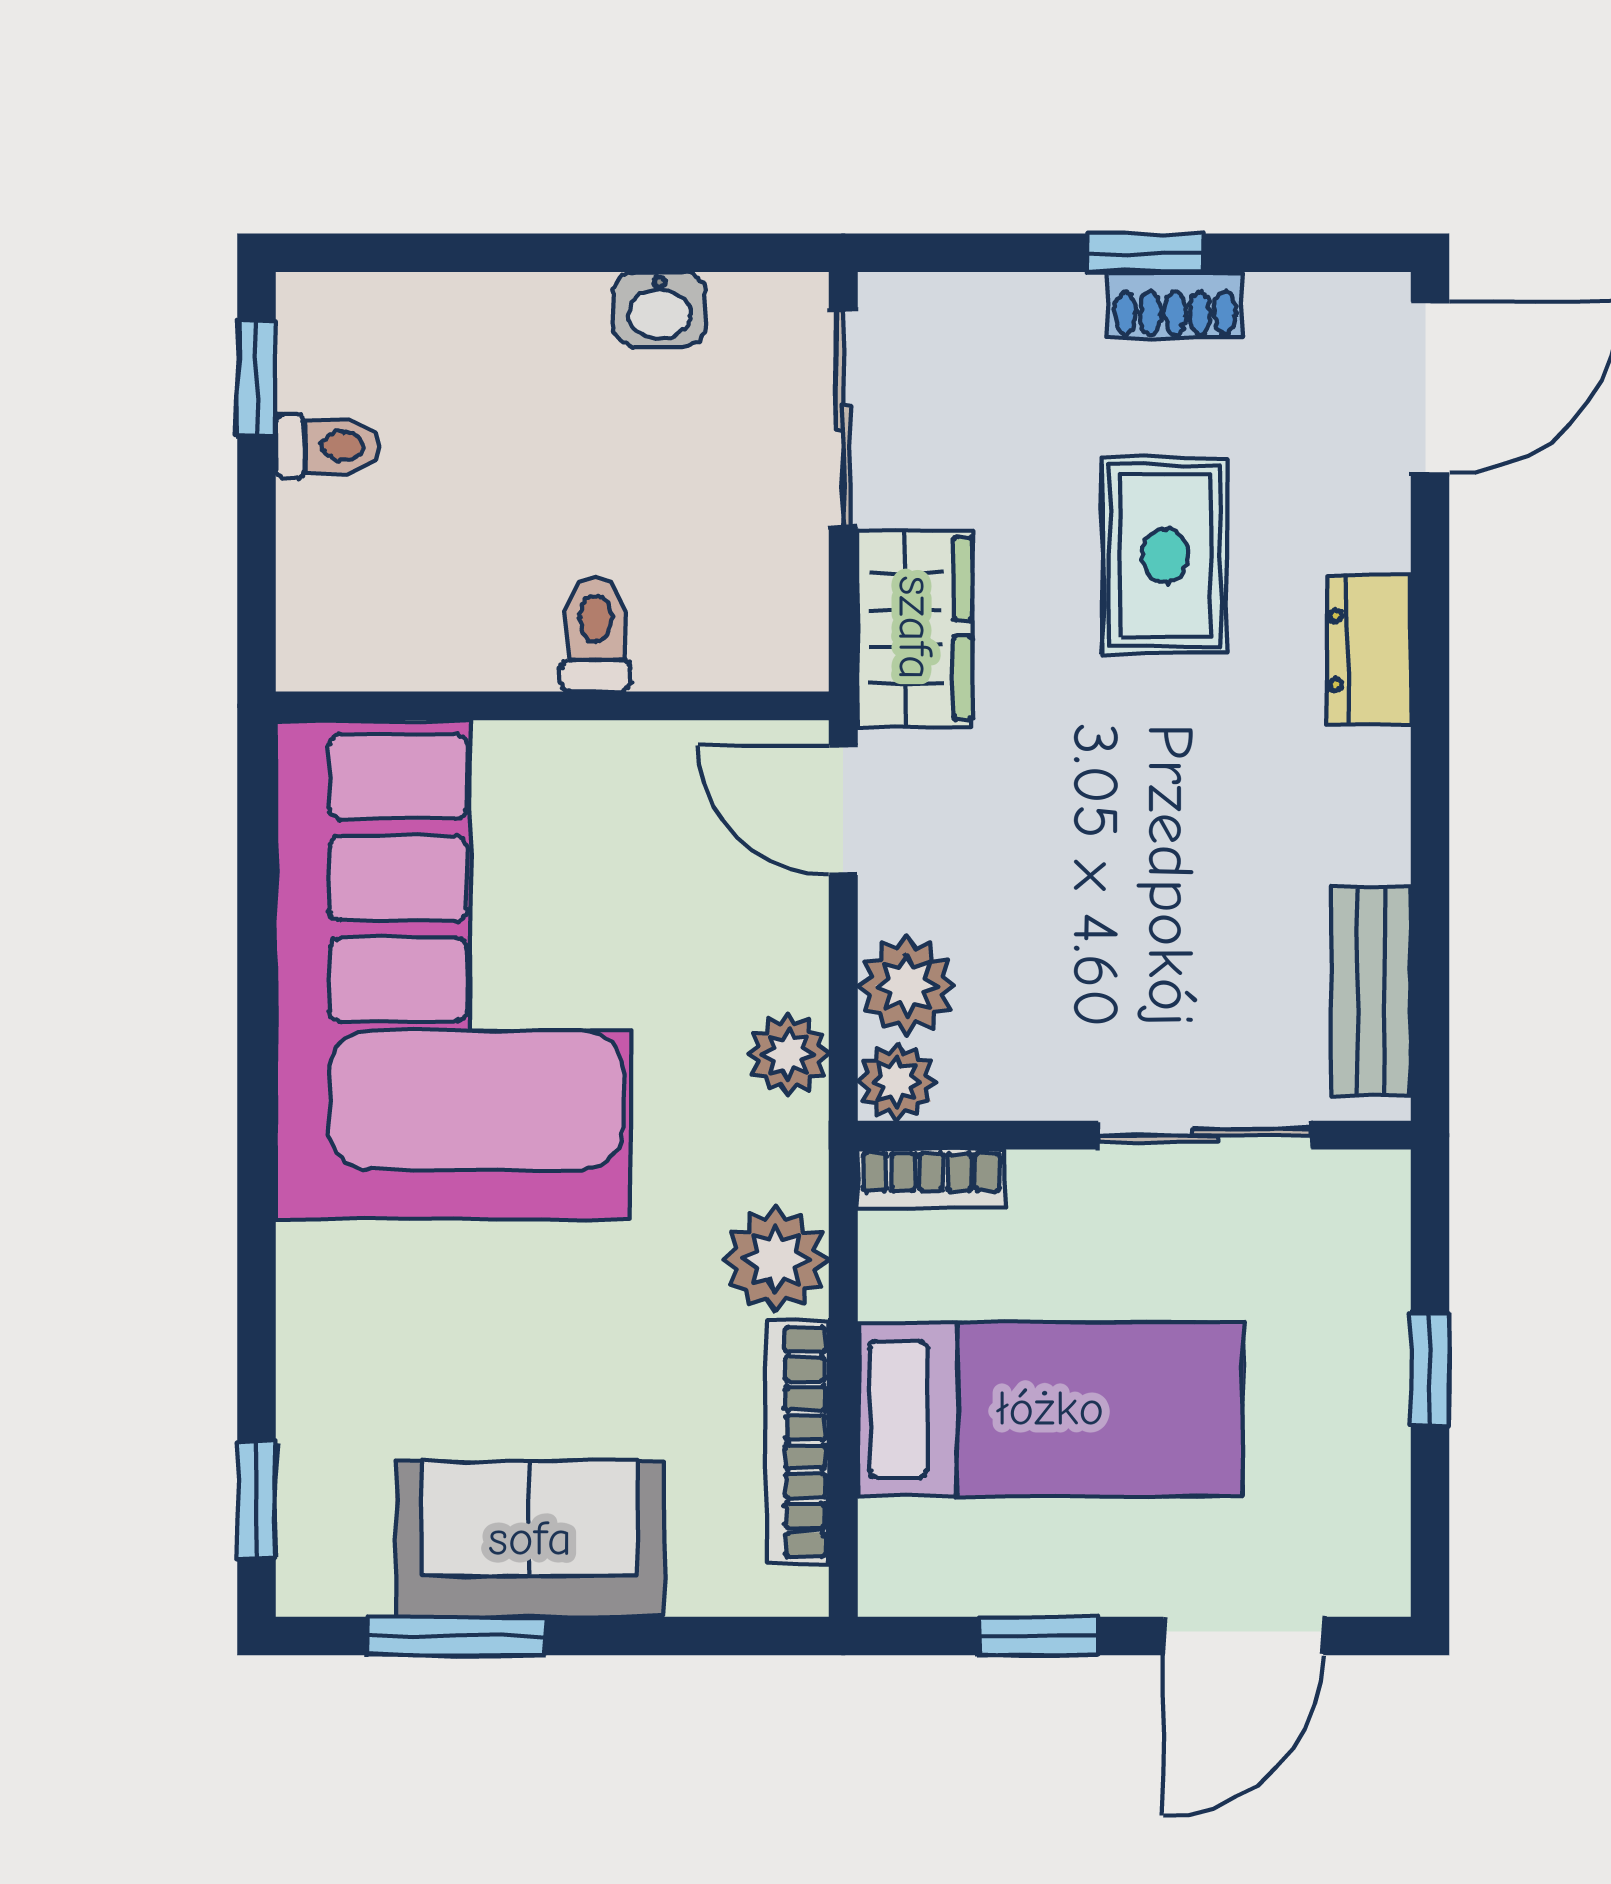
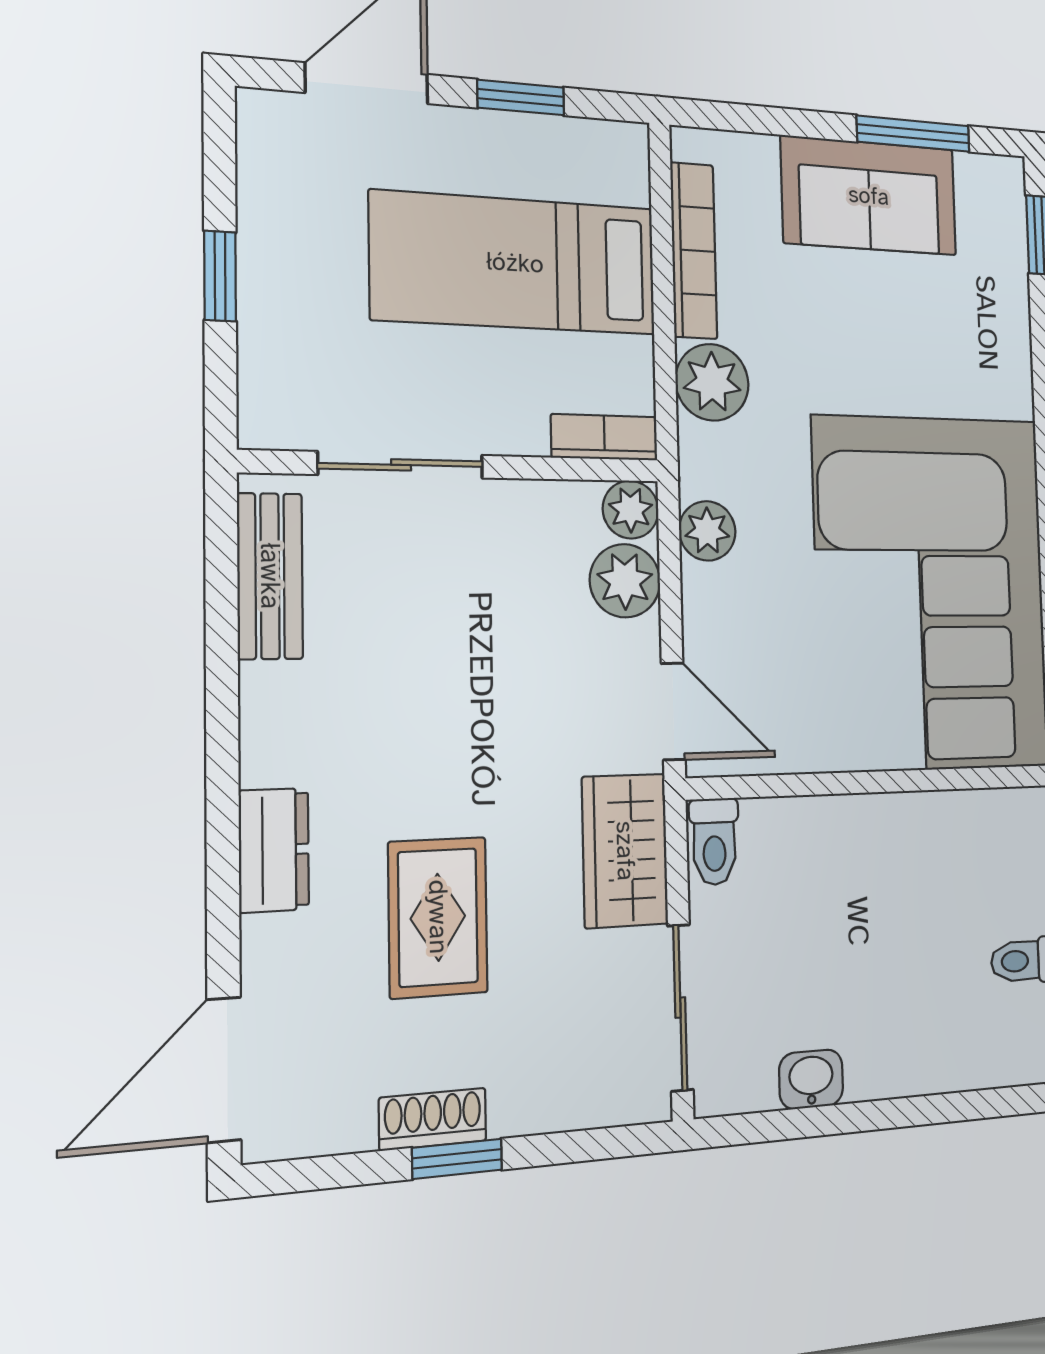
toilet: (596, 634) -> (714, 842), moved

